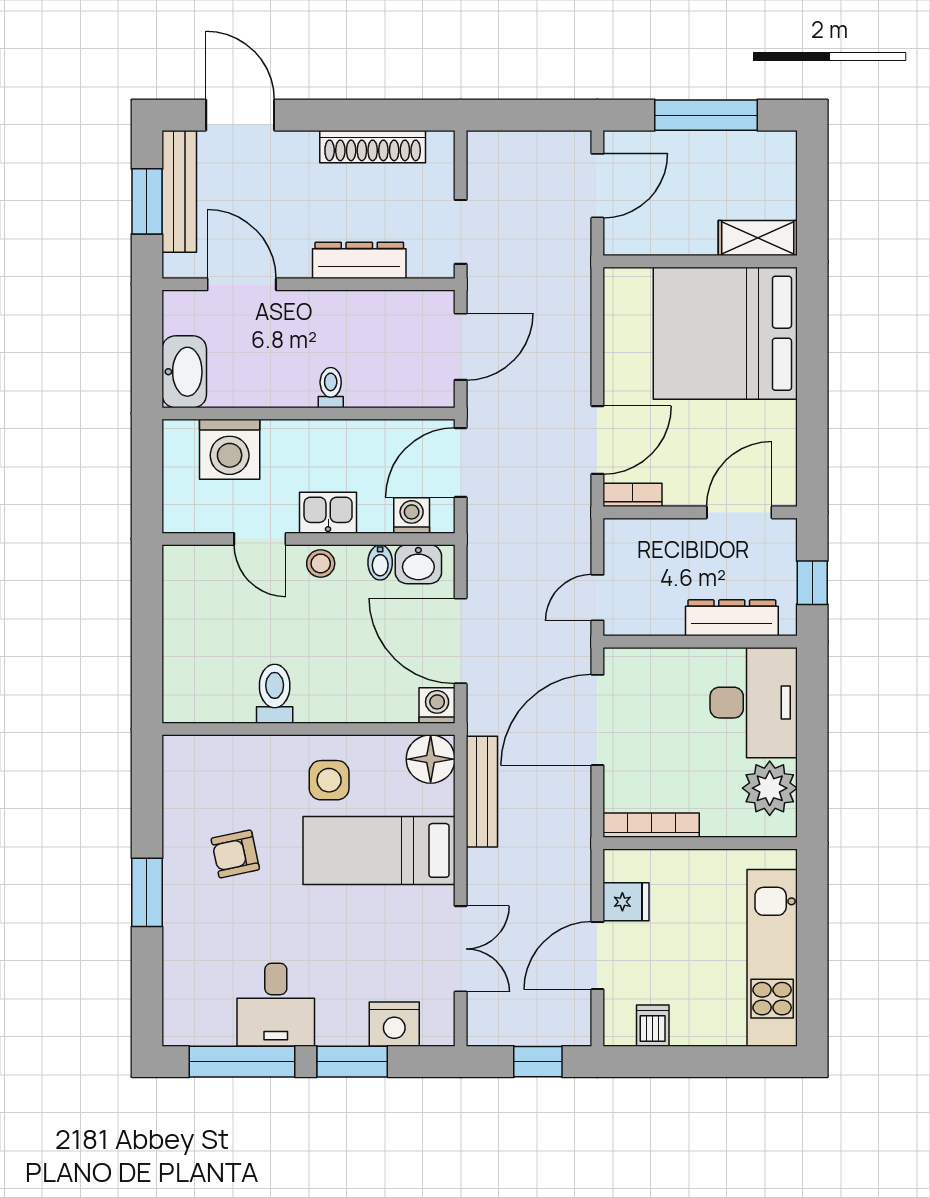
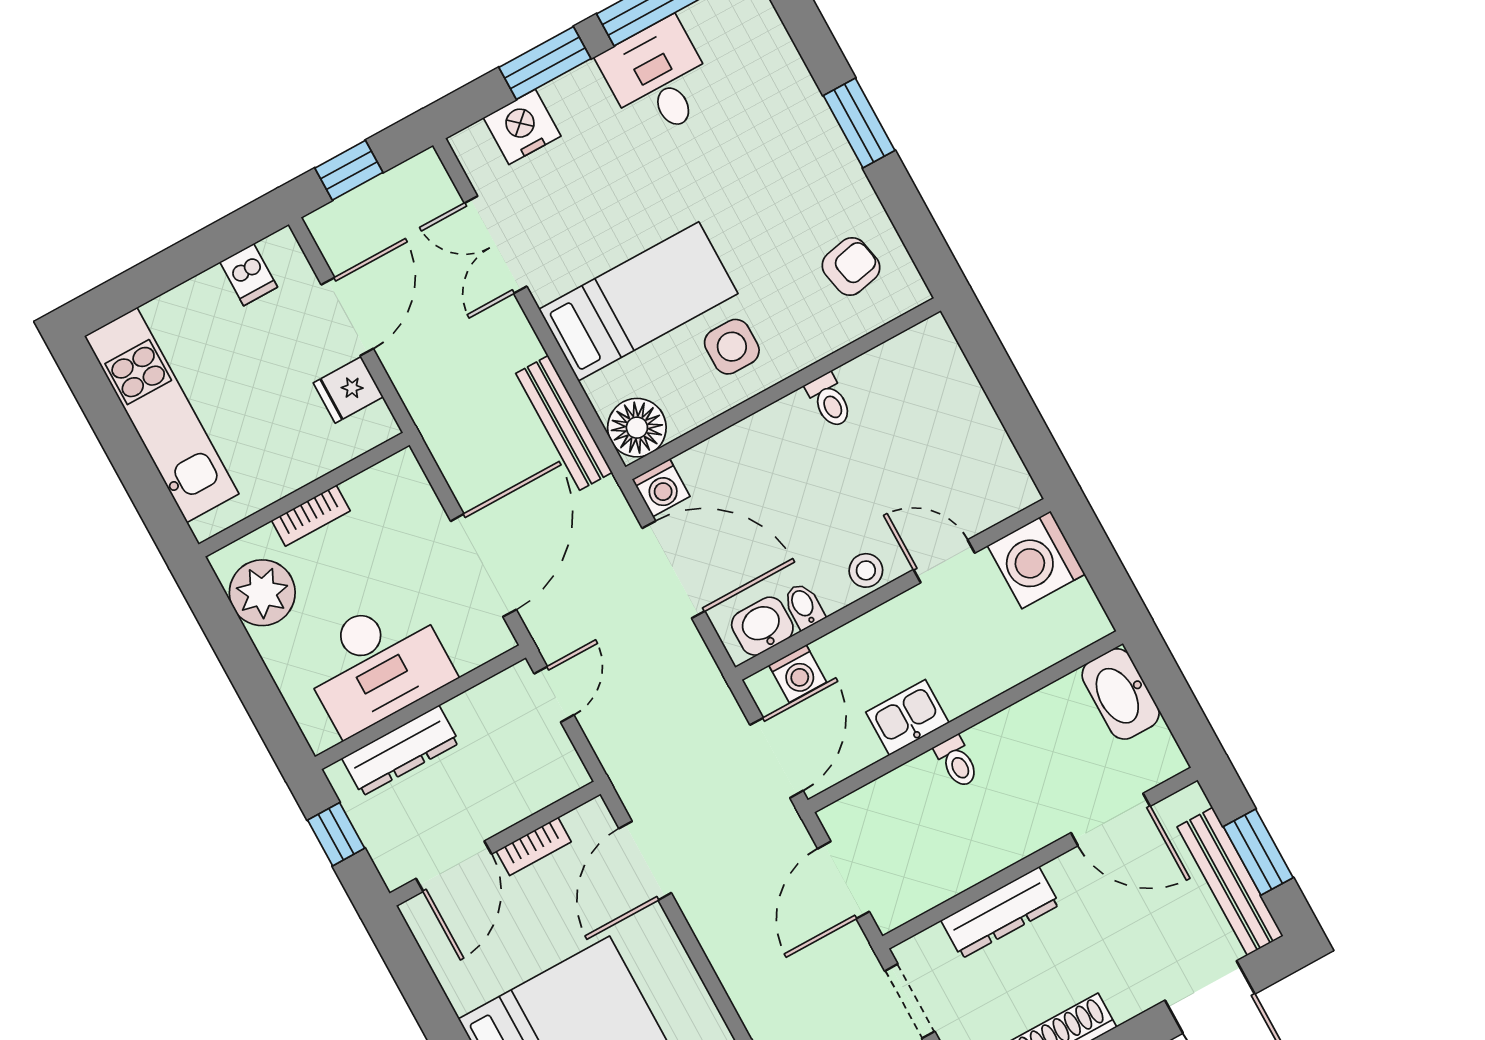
washing machine: (230, 449) -> (1036, 560), moved, turned -90
bookcase: (632, 495) -> (534, 846), moved
kitchen sink: (328, 513) -> (907, 717), moved, turned 180
toilet: (275, 694) -> (829, 401), width x0.73, depth x0.72
desk: (754, 703) -> (376, 664), moved, turned -90
bookcase: (651, 825) -> (311, 516), moved, width x0.64
armchair: (235, 854) -> (851, 266), moved

